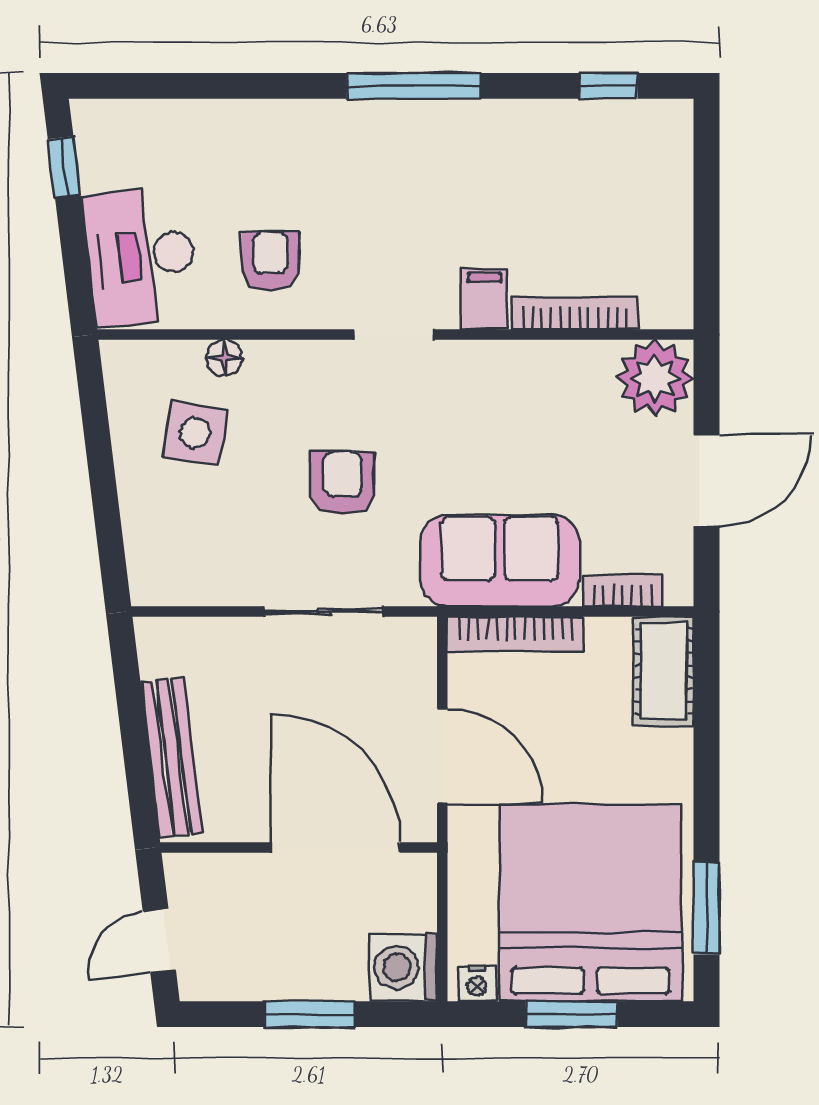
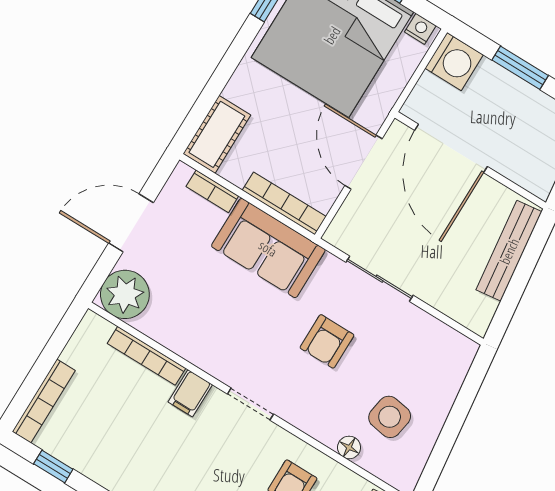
bookcase: (676, 167) -> (44, 401), added

